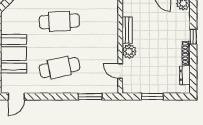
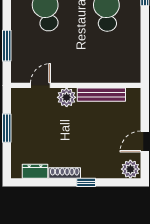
bench: (127, 30) -> (101, 95), width x1.36

